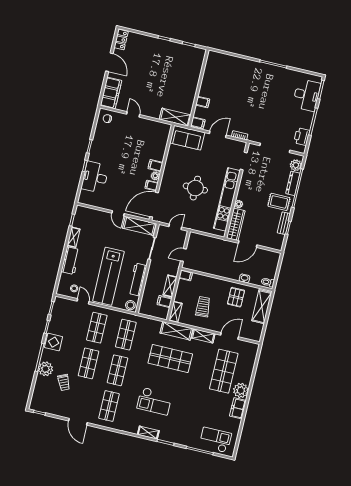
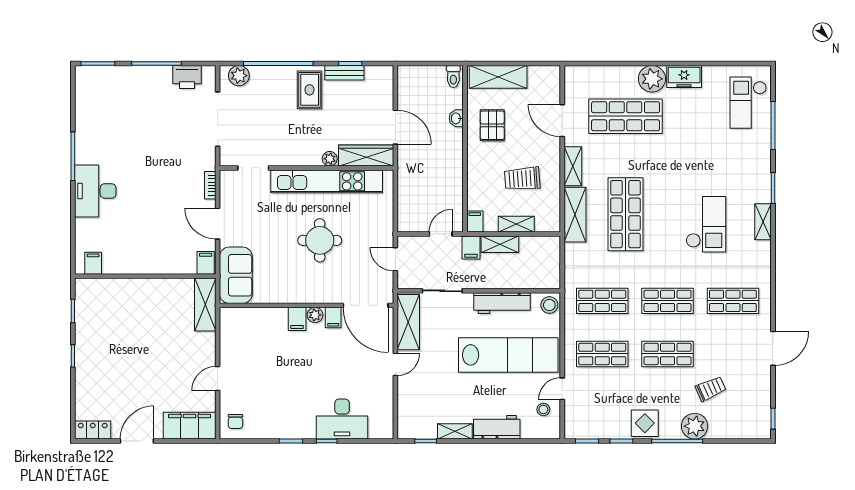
desk: (306, 95) -> (95, 191), moved, turned -90
filing cabinet: (203, 102) -> (93, 263), moved
dresser: (293, 183) -> (272, 73), removed
door: (183, 255) -> (441, 234), swing flipped
pallet: (236, 297) -> (492, 125), turned 90
filing cabinet: (165, 301) -> (471, 247), moved
shelving: (176, 312) -> (516, 224), moved

